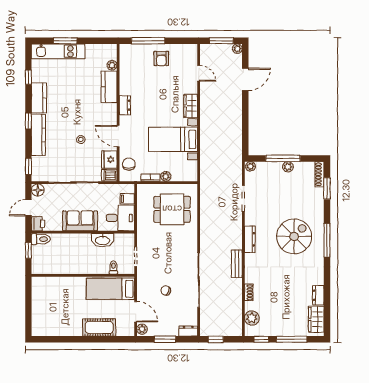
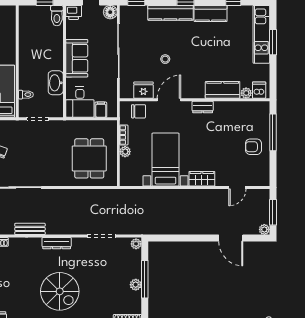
dishwasher: (109, 175) -> (259, 90), moved

